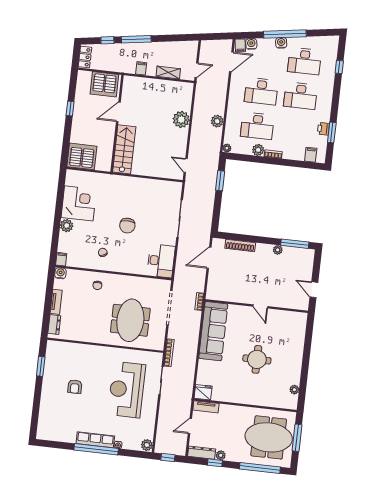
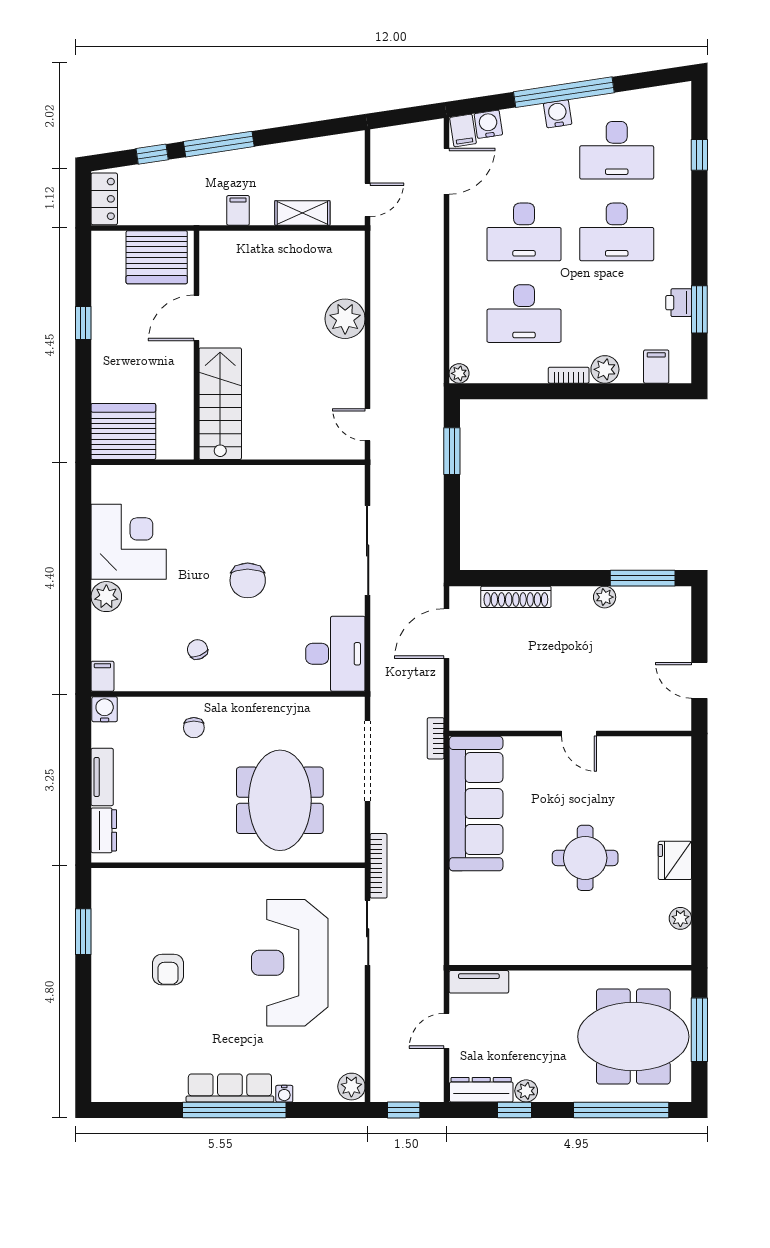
plant: (217, 121) -> (429, 313), removed
plant: (258, 150) -> (605, 369), moved
fridge: (203, 392) -> (675, 860), moved, turned -90

